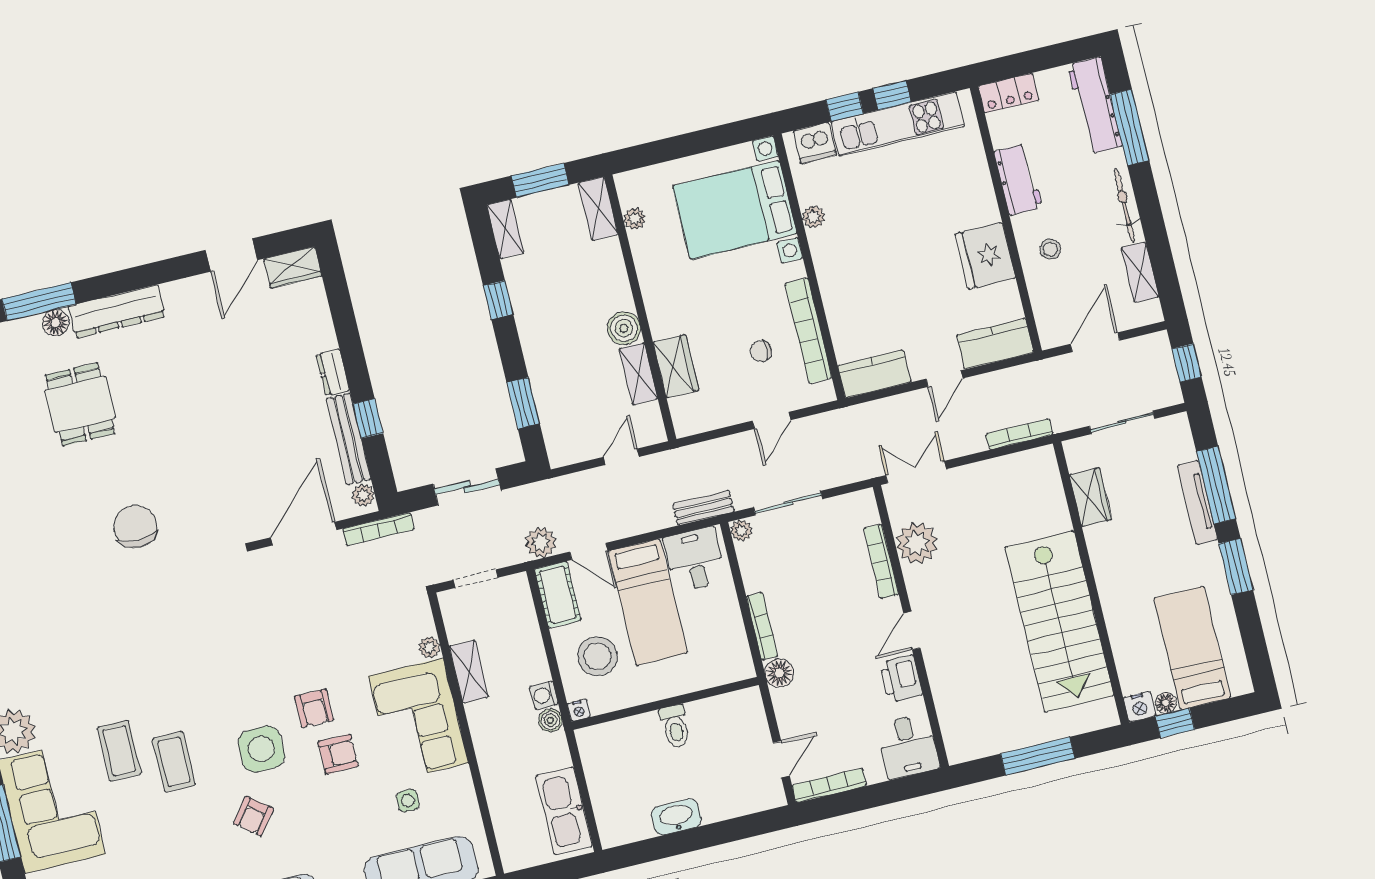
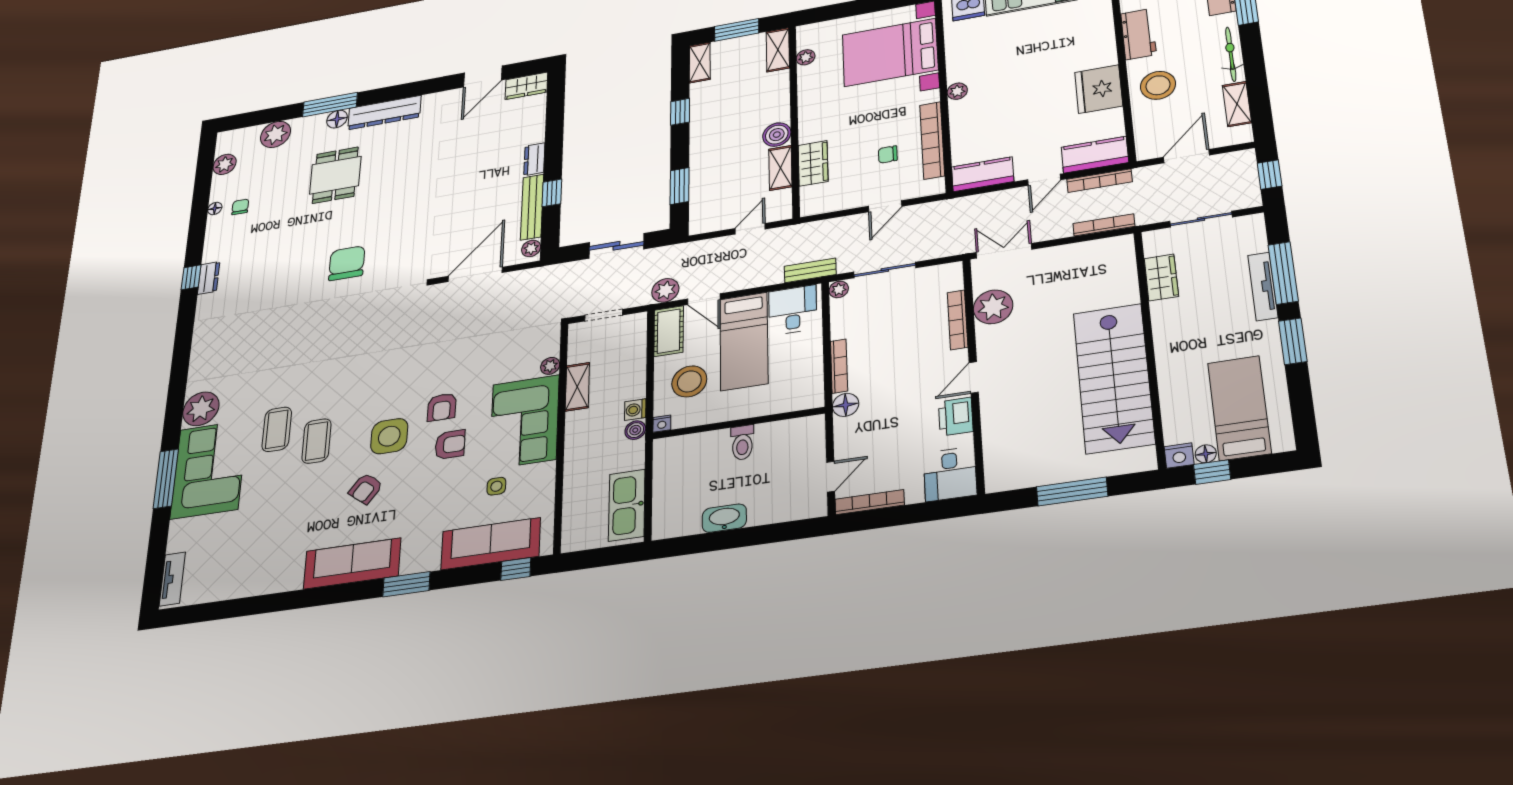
plant: (813, 217) -> (957, 91), moved
stool: (1050, 249) -> (1158, 85), width x1.89, depth x1.89
bookcase: (378, 529) -> (1099, 181), moved

